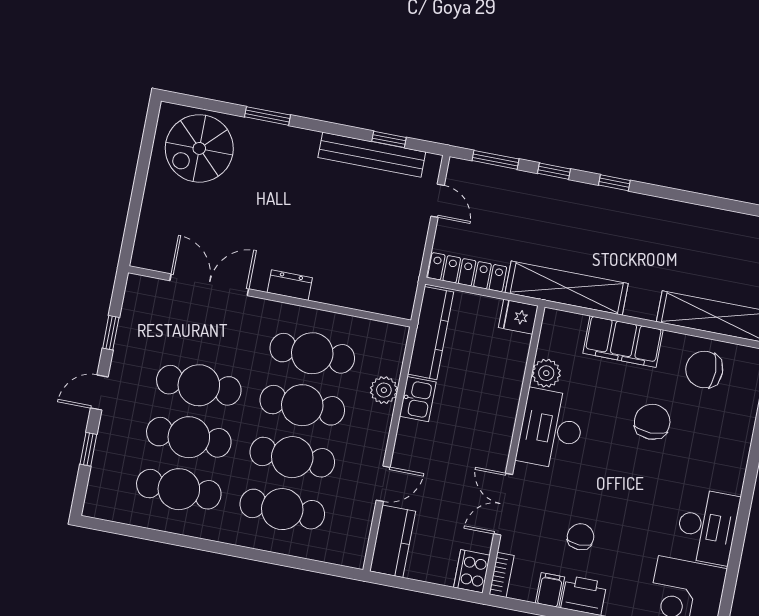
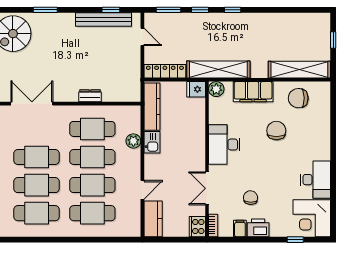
dresser: (290, 285) -> (90, 96), moved
plant: (546, 373) -> (216, 89), moved

